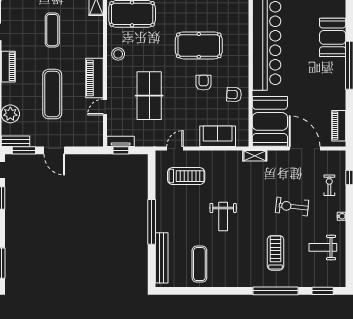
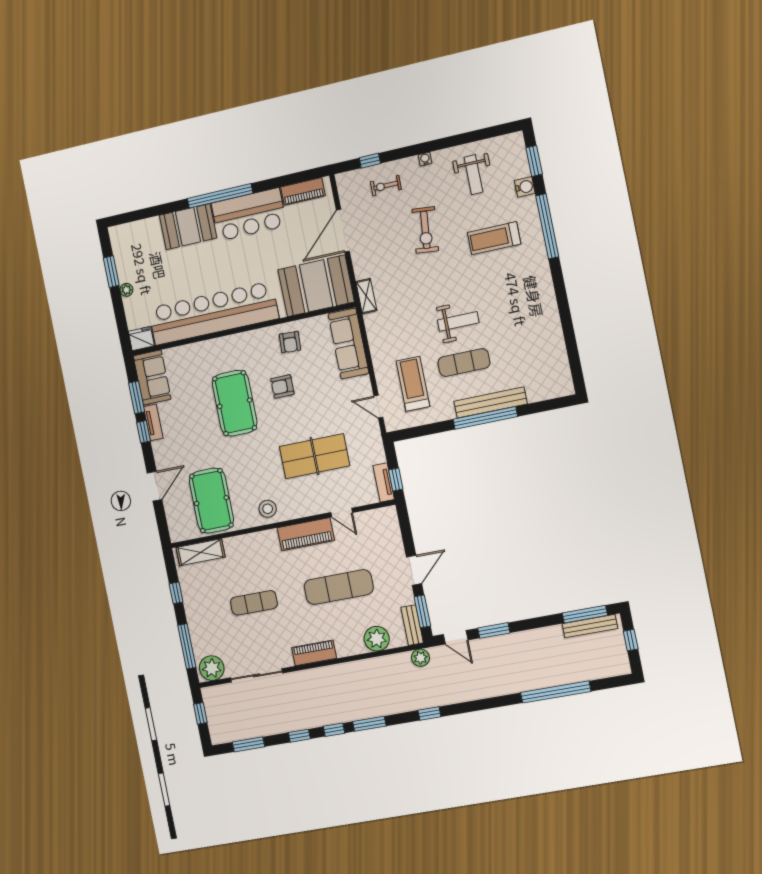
bar counter: (331, 84) -> (249, 214), added
sofa: (218, 136) -> (348, 344), width x1.36
bench: (162, 258) -> (491, 403), moved
exercise mat: (199, 264) -> (464, 363), moved
water cooler: (306, 281) -> (525, 187), added

